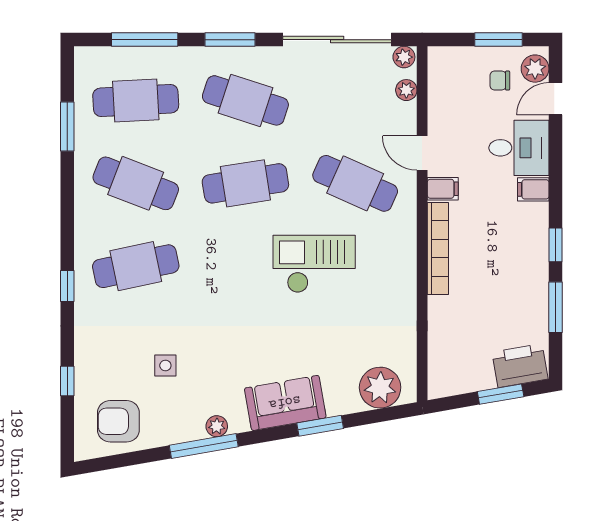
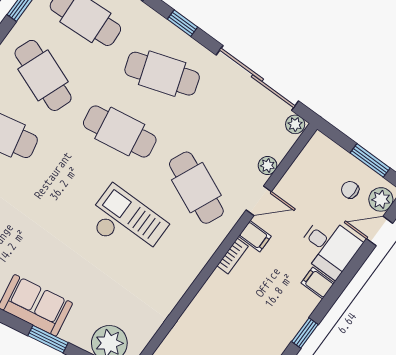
window: (230, 40) -> (183, 23), width x0.67
plant: (406, 90) -> (268, 166), moved
cafe table: (245, 100) -> (162, 74), turned -36
door: (422, 153) -> (259, 201), swing flipped
bookcase: (438, 249) -> (233, 256), width x0.43, depth x0.76

